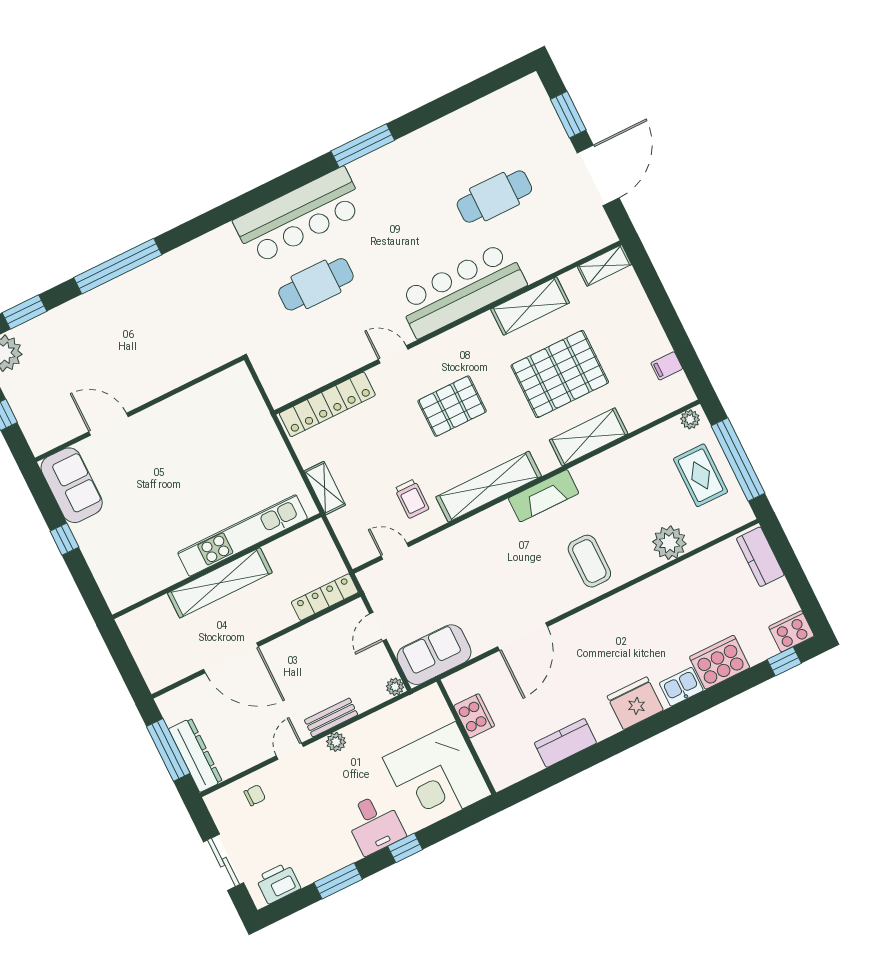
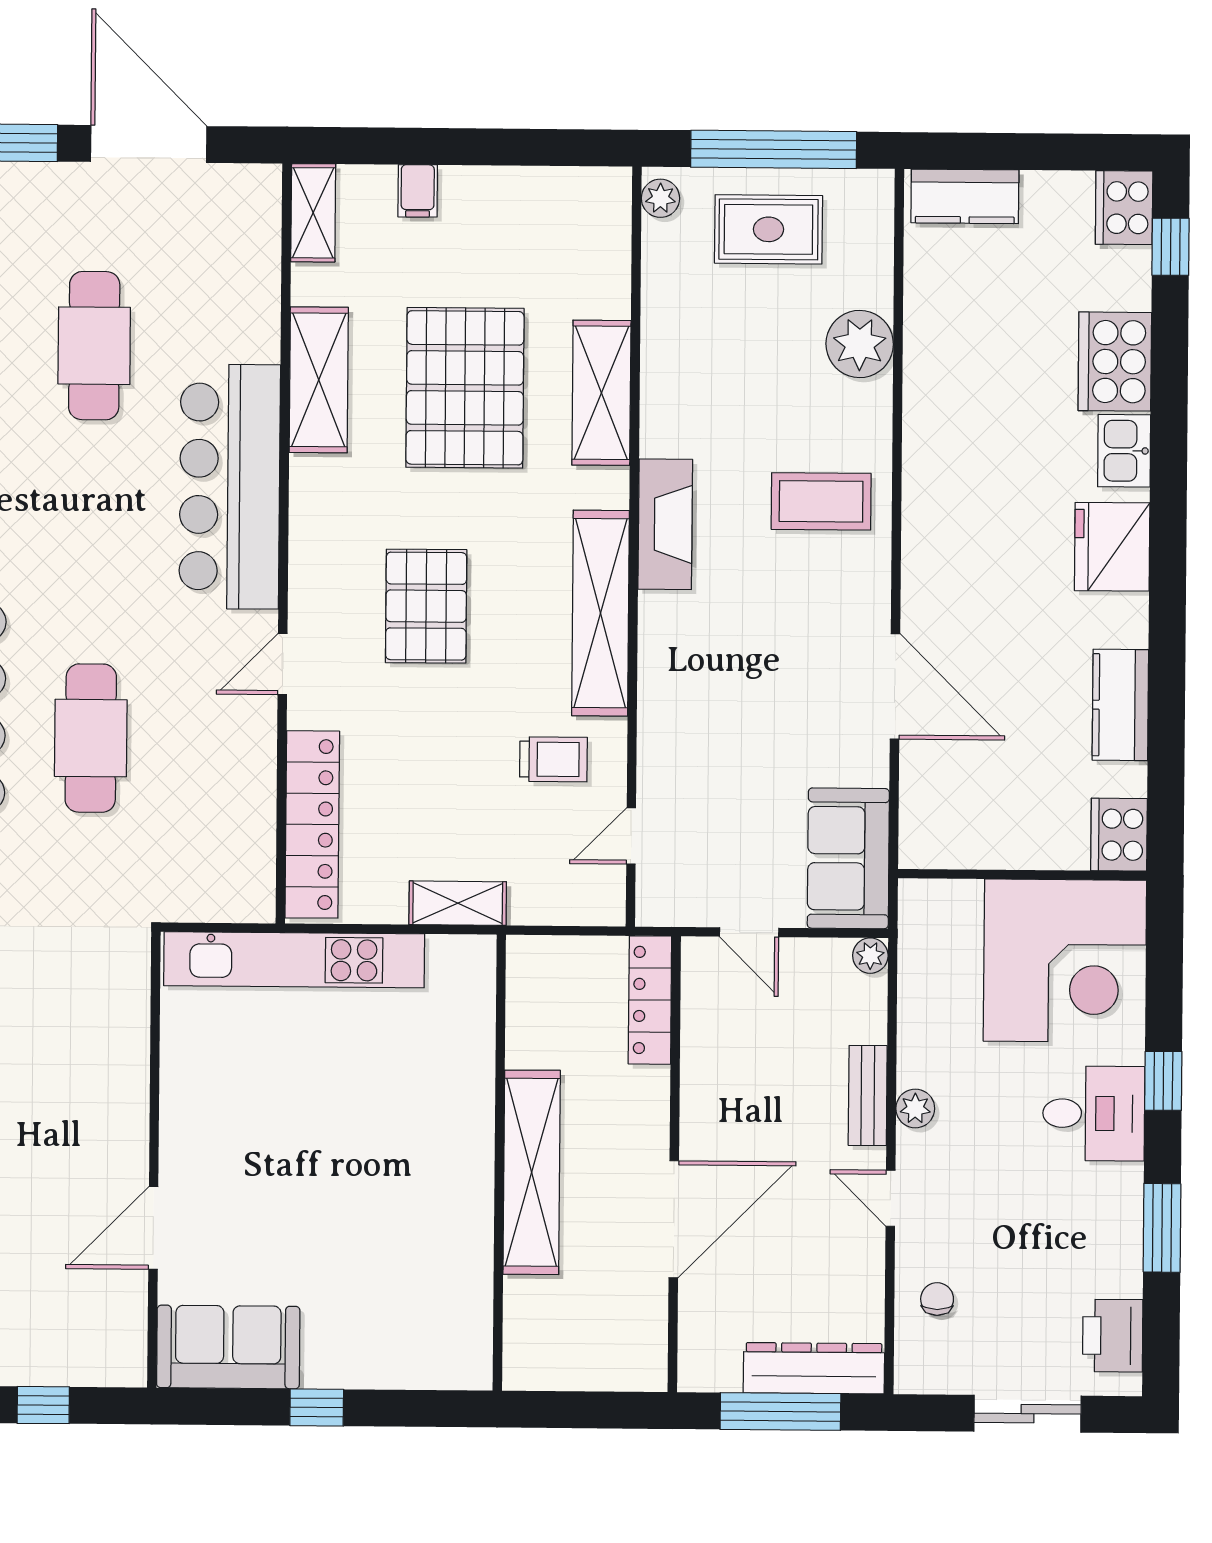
filing cabinet: (667, 366) -> (418, 191), moved
kitchen unit: (243, 535) -> (294, 960), moved, turned -90
cooker: (474, 716) -> (1119, 835), moved, turned -90

